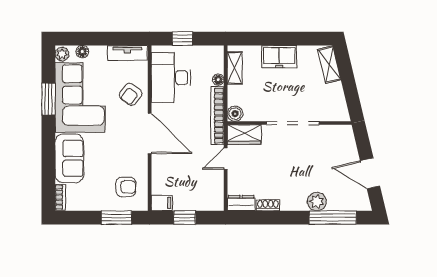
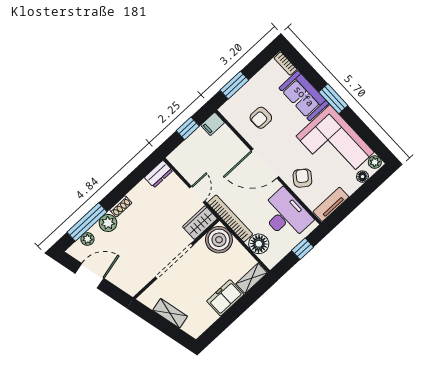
shelving: (329, 65) -> (170, 313), moved
shelving: (235, 68) -> (252, 278), moved, turned 90
floor lamp: (218, 80) -> (259, 244), width x1.89, depth x1.89
window: (48, 99) -> (333, 99), moved
boiler: (235, 114) -> (219, 240), width x1.86, depth x1.86
armchair: (126, 187) -> (261, 118), moved
plant: (345, 204) -> (87, 239), added
shoe rack: (268, 205) -> (121, 206), moved

